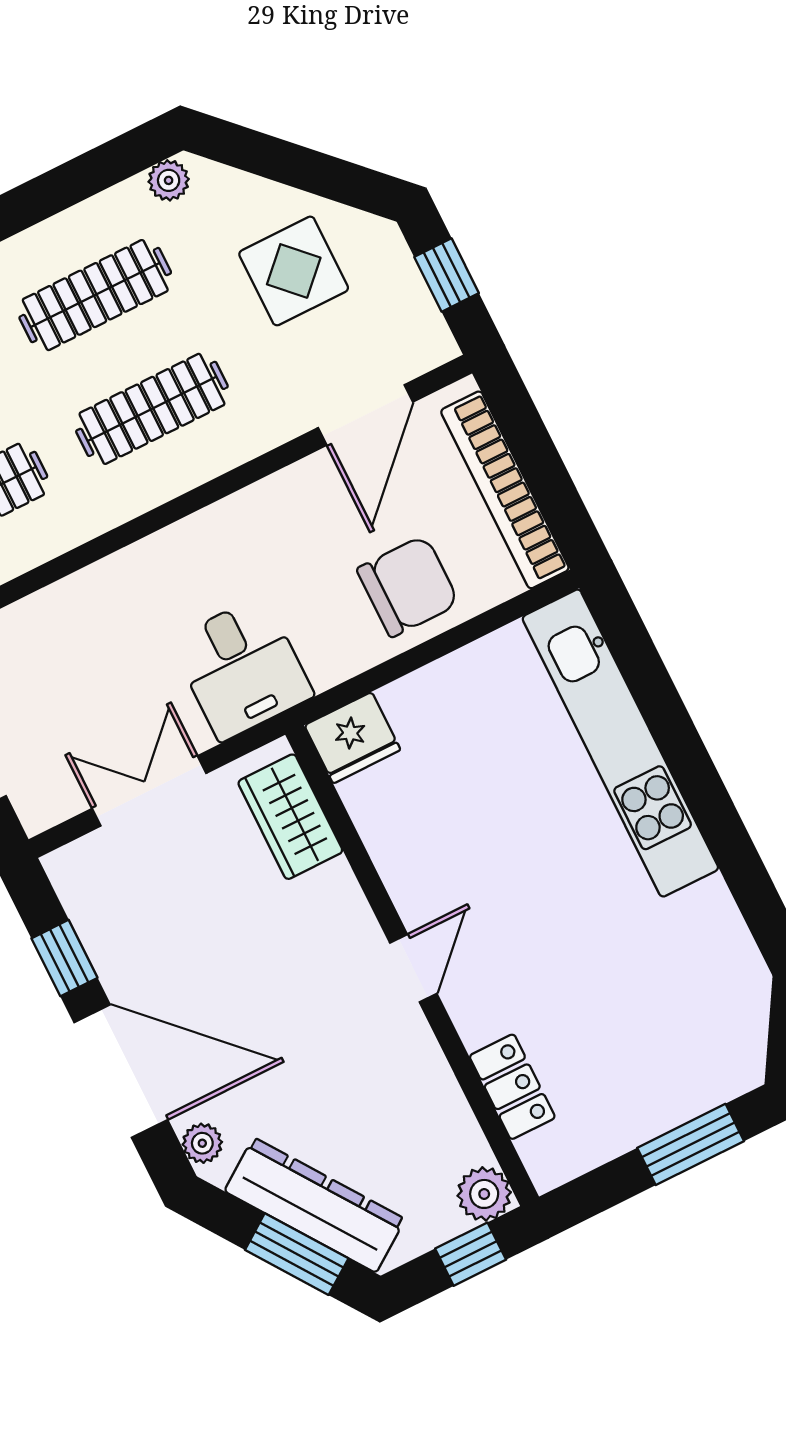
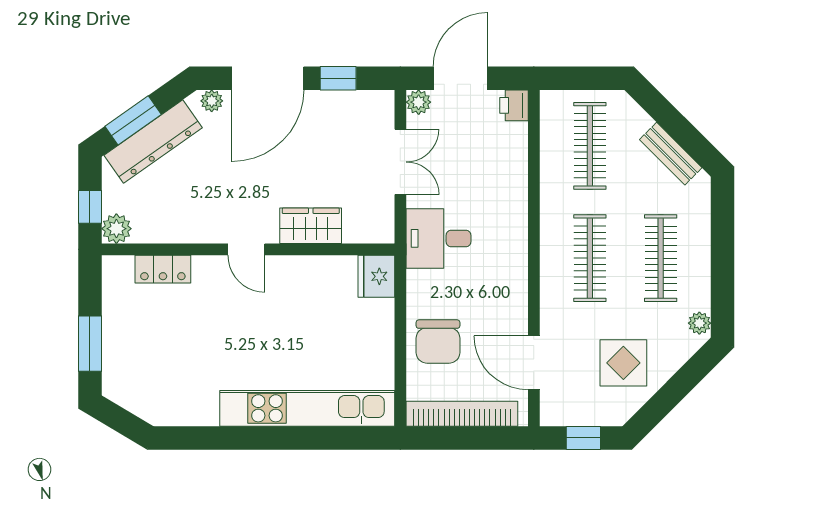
plant: (39, 810) -> (419, 102), added
wardrobe: (290, 817) -> (311, 226), moved

